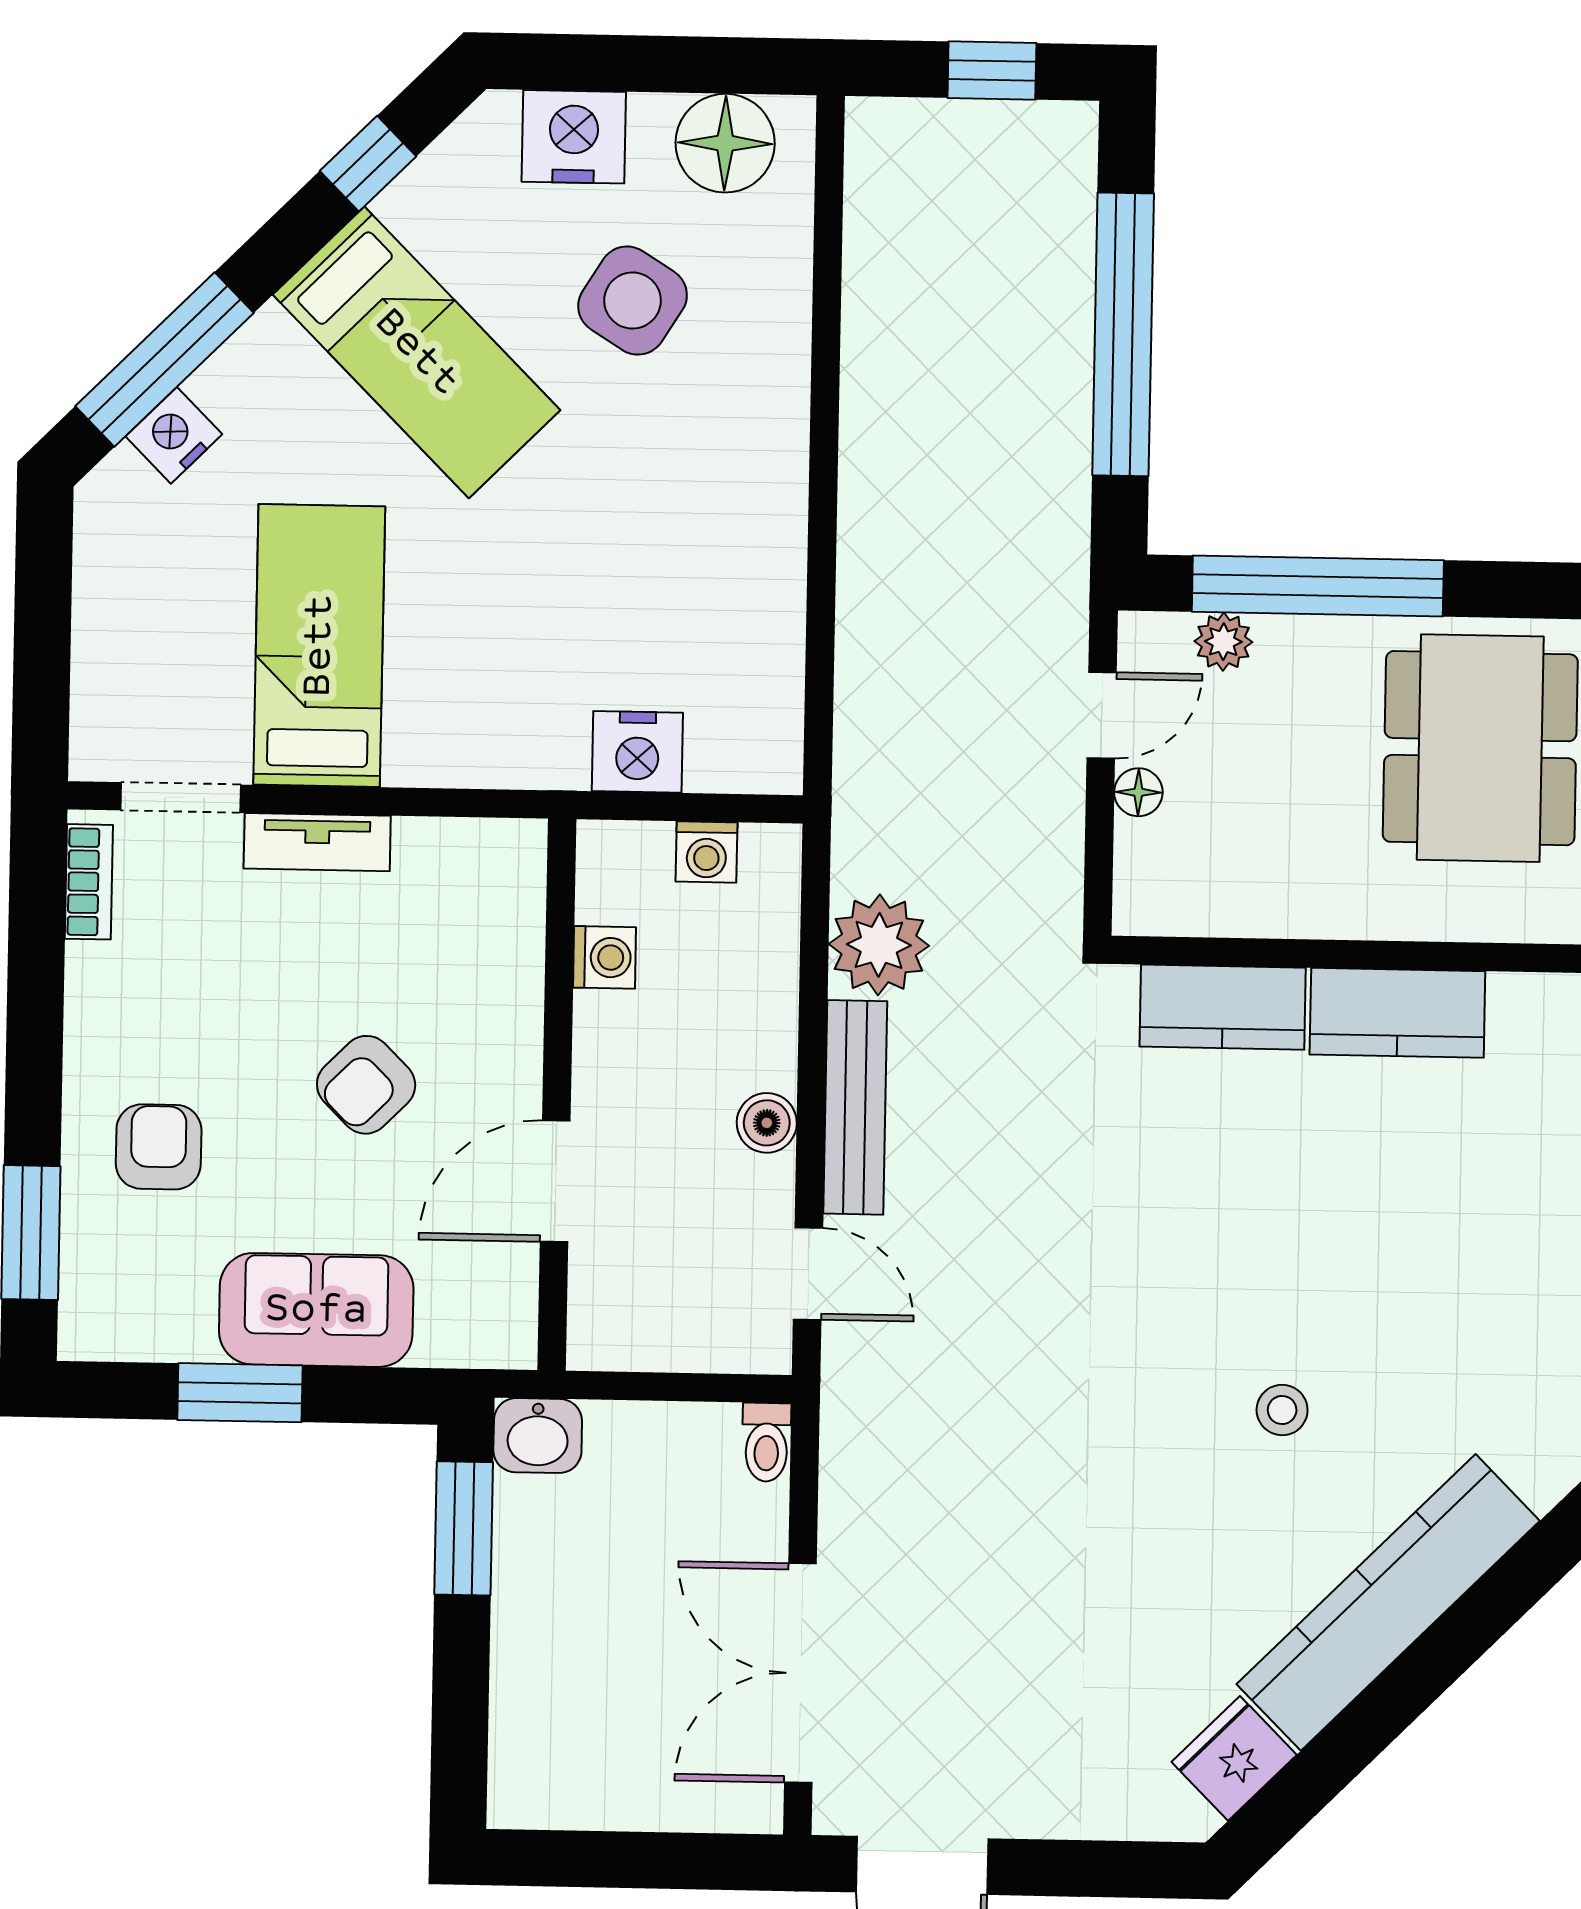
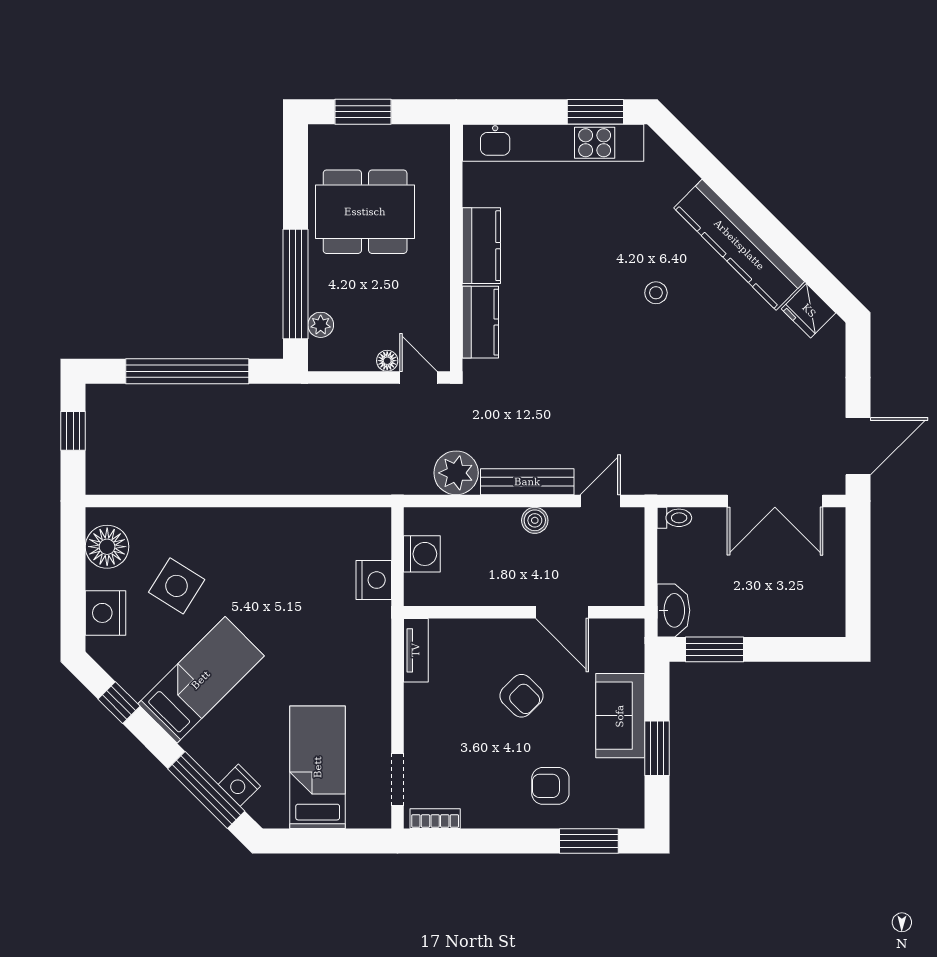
bed: (319, 646) -> (318, 767), moved, turned 90
door: (1102, 715) -> (418, 377), moved
tv unit: (317, 842) -> (416, 650), moved
washing machine: (706, 852) -> (422, 554), width x1.38, depth x1.38
washing machine: (605, 957) -> (464, 593), removed
washbasin: (538, 1436) -> (673, 610), width x1.38

